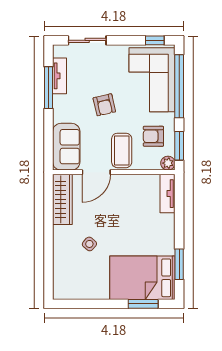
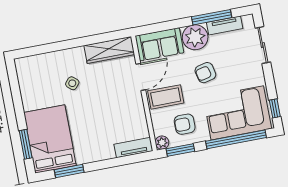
plant: (66, 109) -> (195, 37), added
armchair: (153, 136) -> (185, 124), turned -90
door: (96, 172) -> (141, 77), swing flipped

